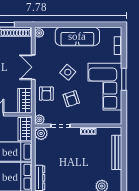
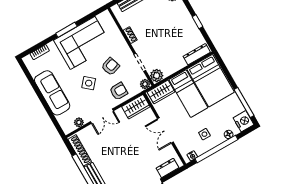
plant: (39, 33) -> (79, 122), moved

